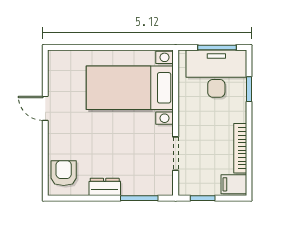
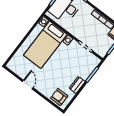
door: (45, 108) -> (28, 85), swing flipped

